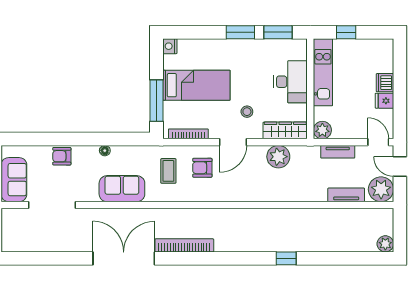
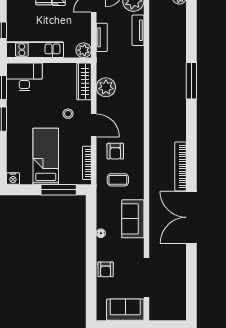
desk: (291, 82) -> (24, 77), moved
window: (286, 258) -> (191, 81), width x2.17

